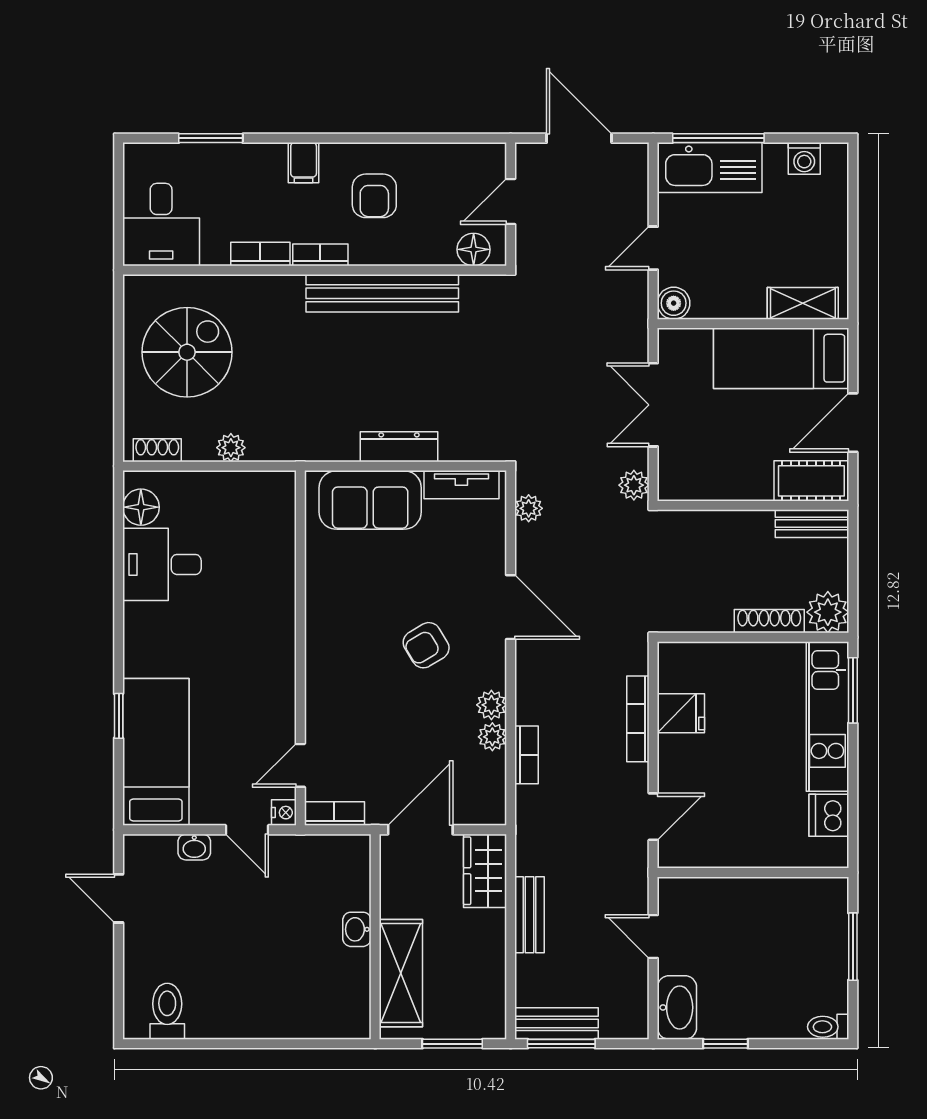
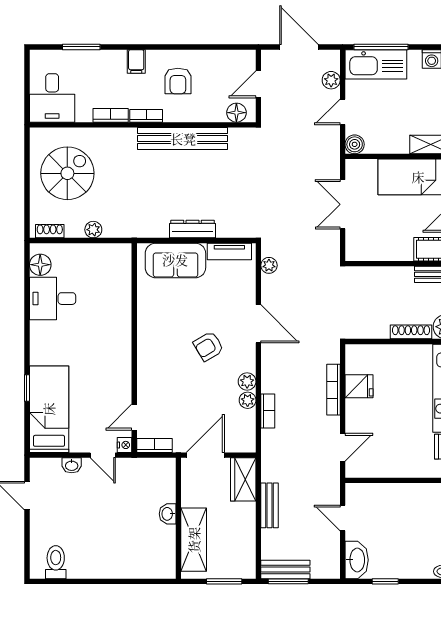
plant: (634, 485) -> (331, 80), moved

